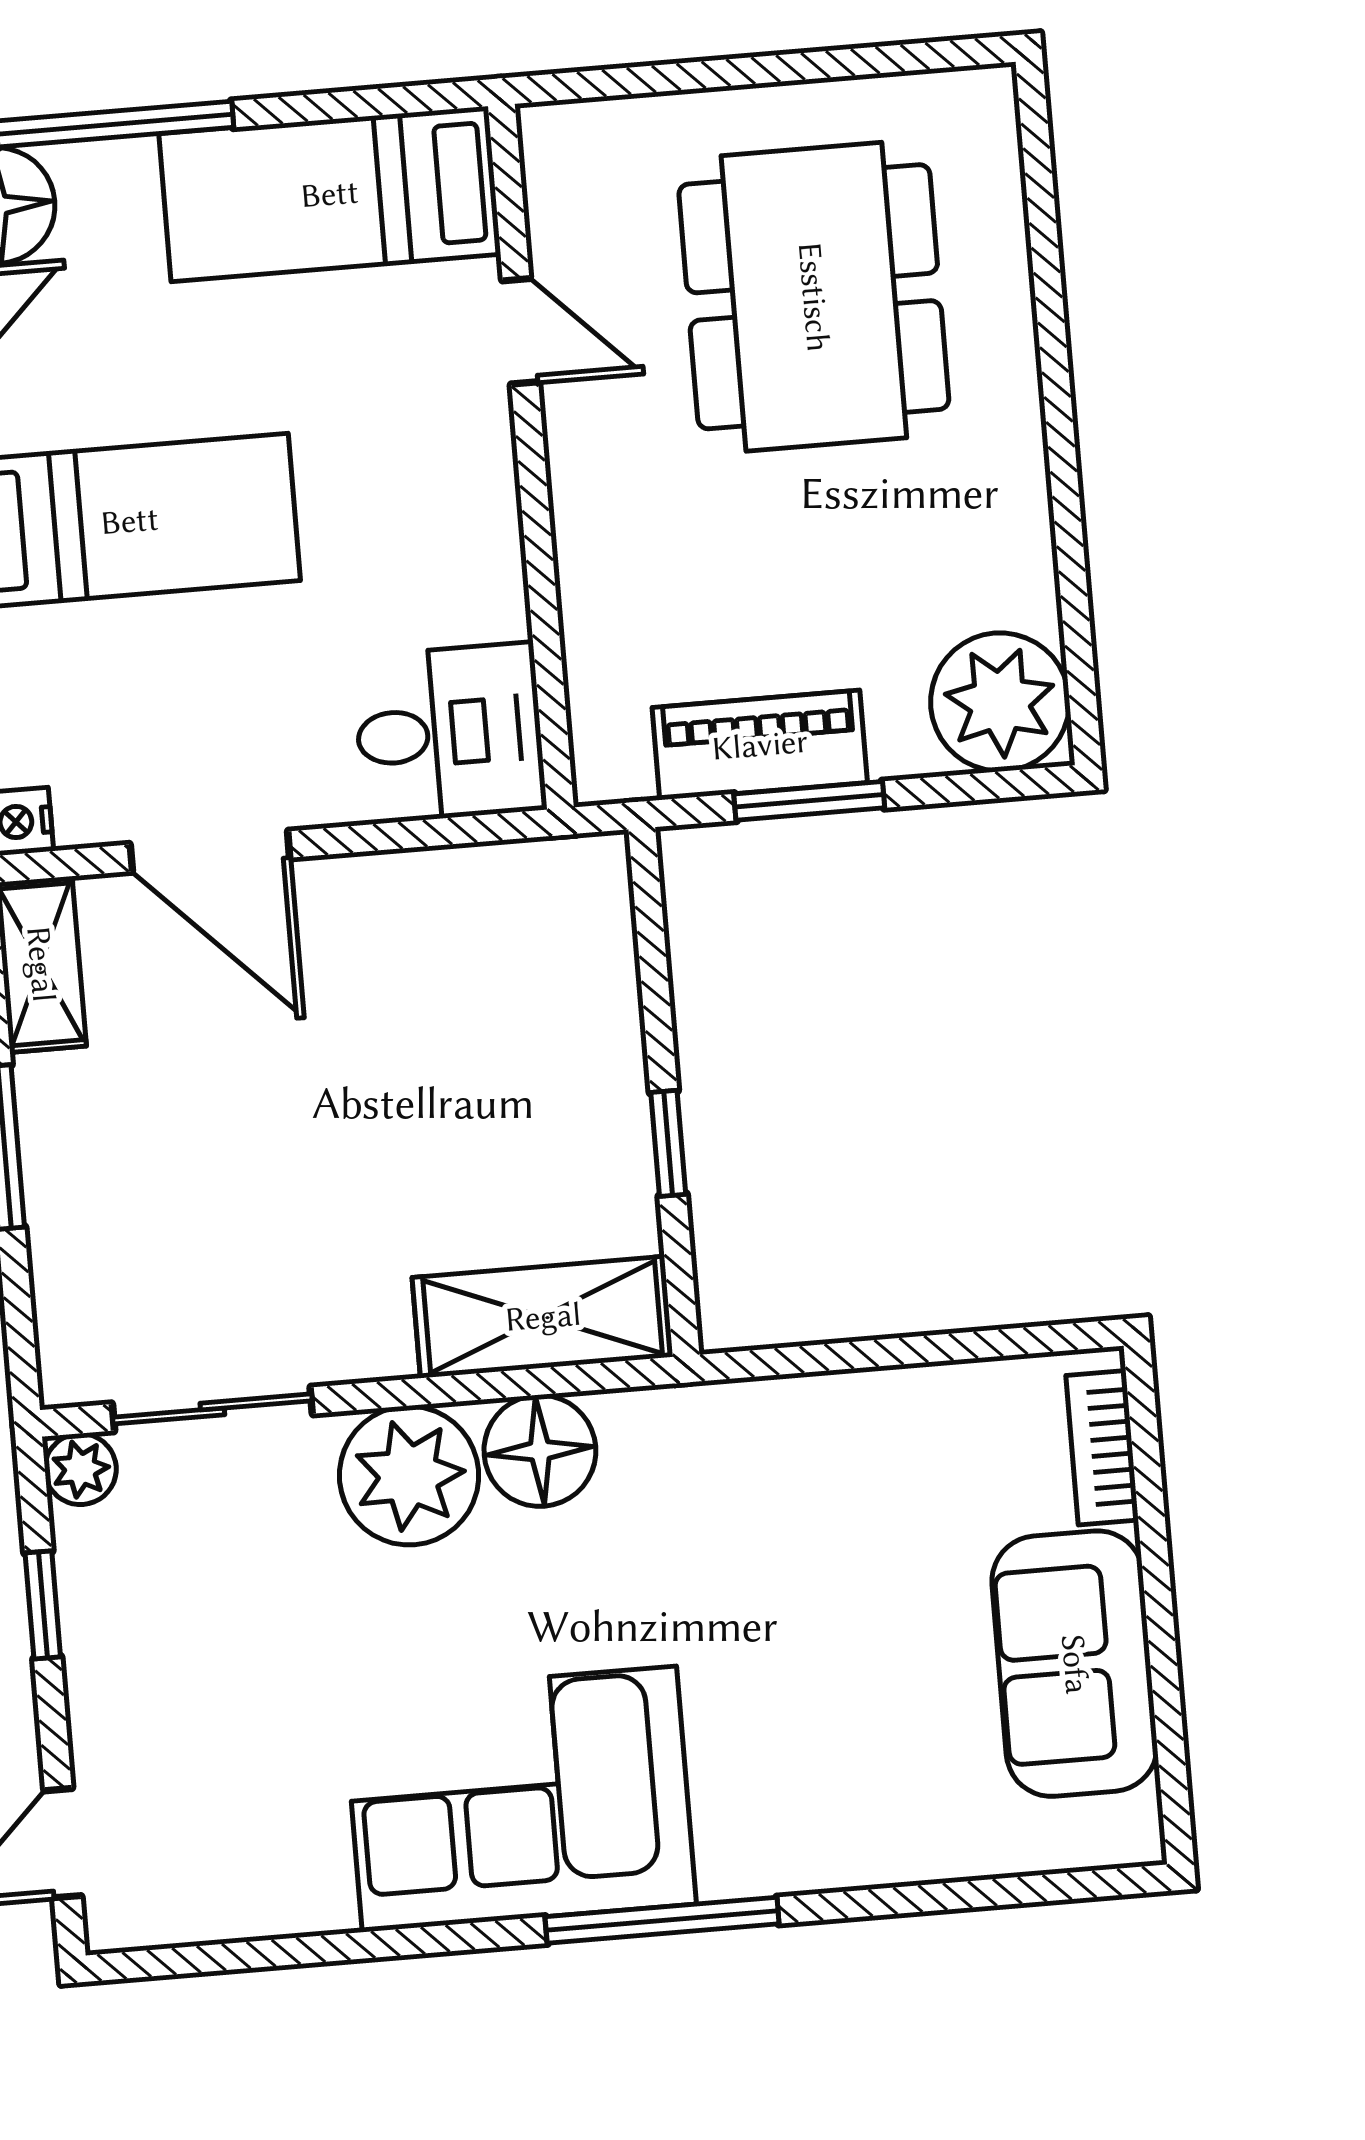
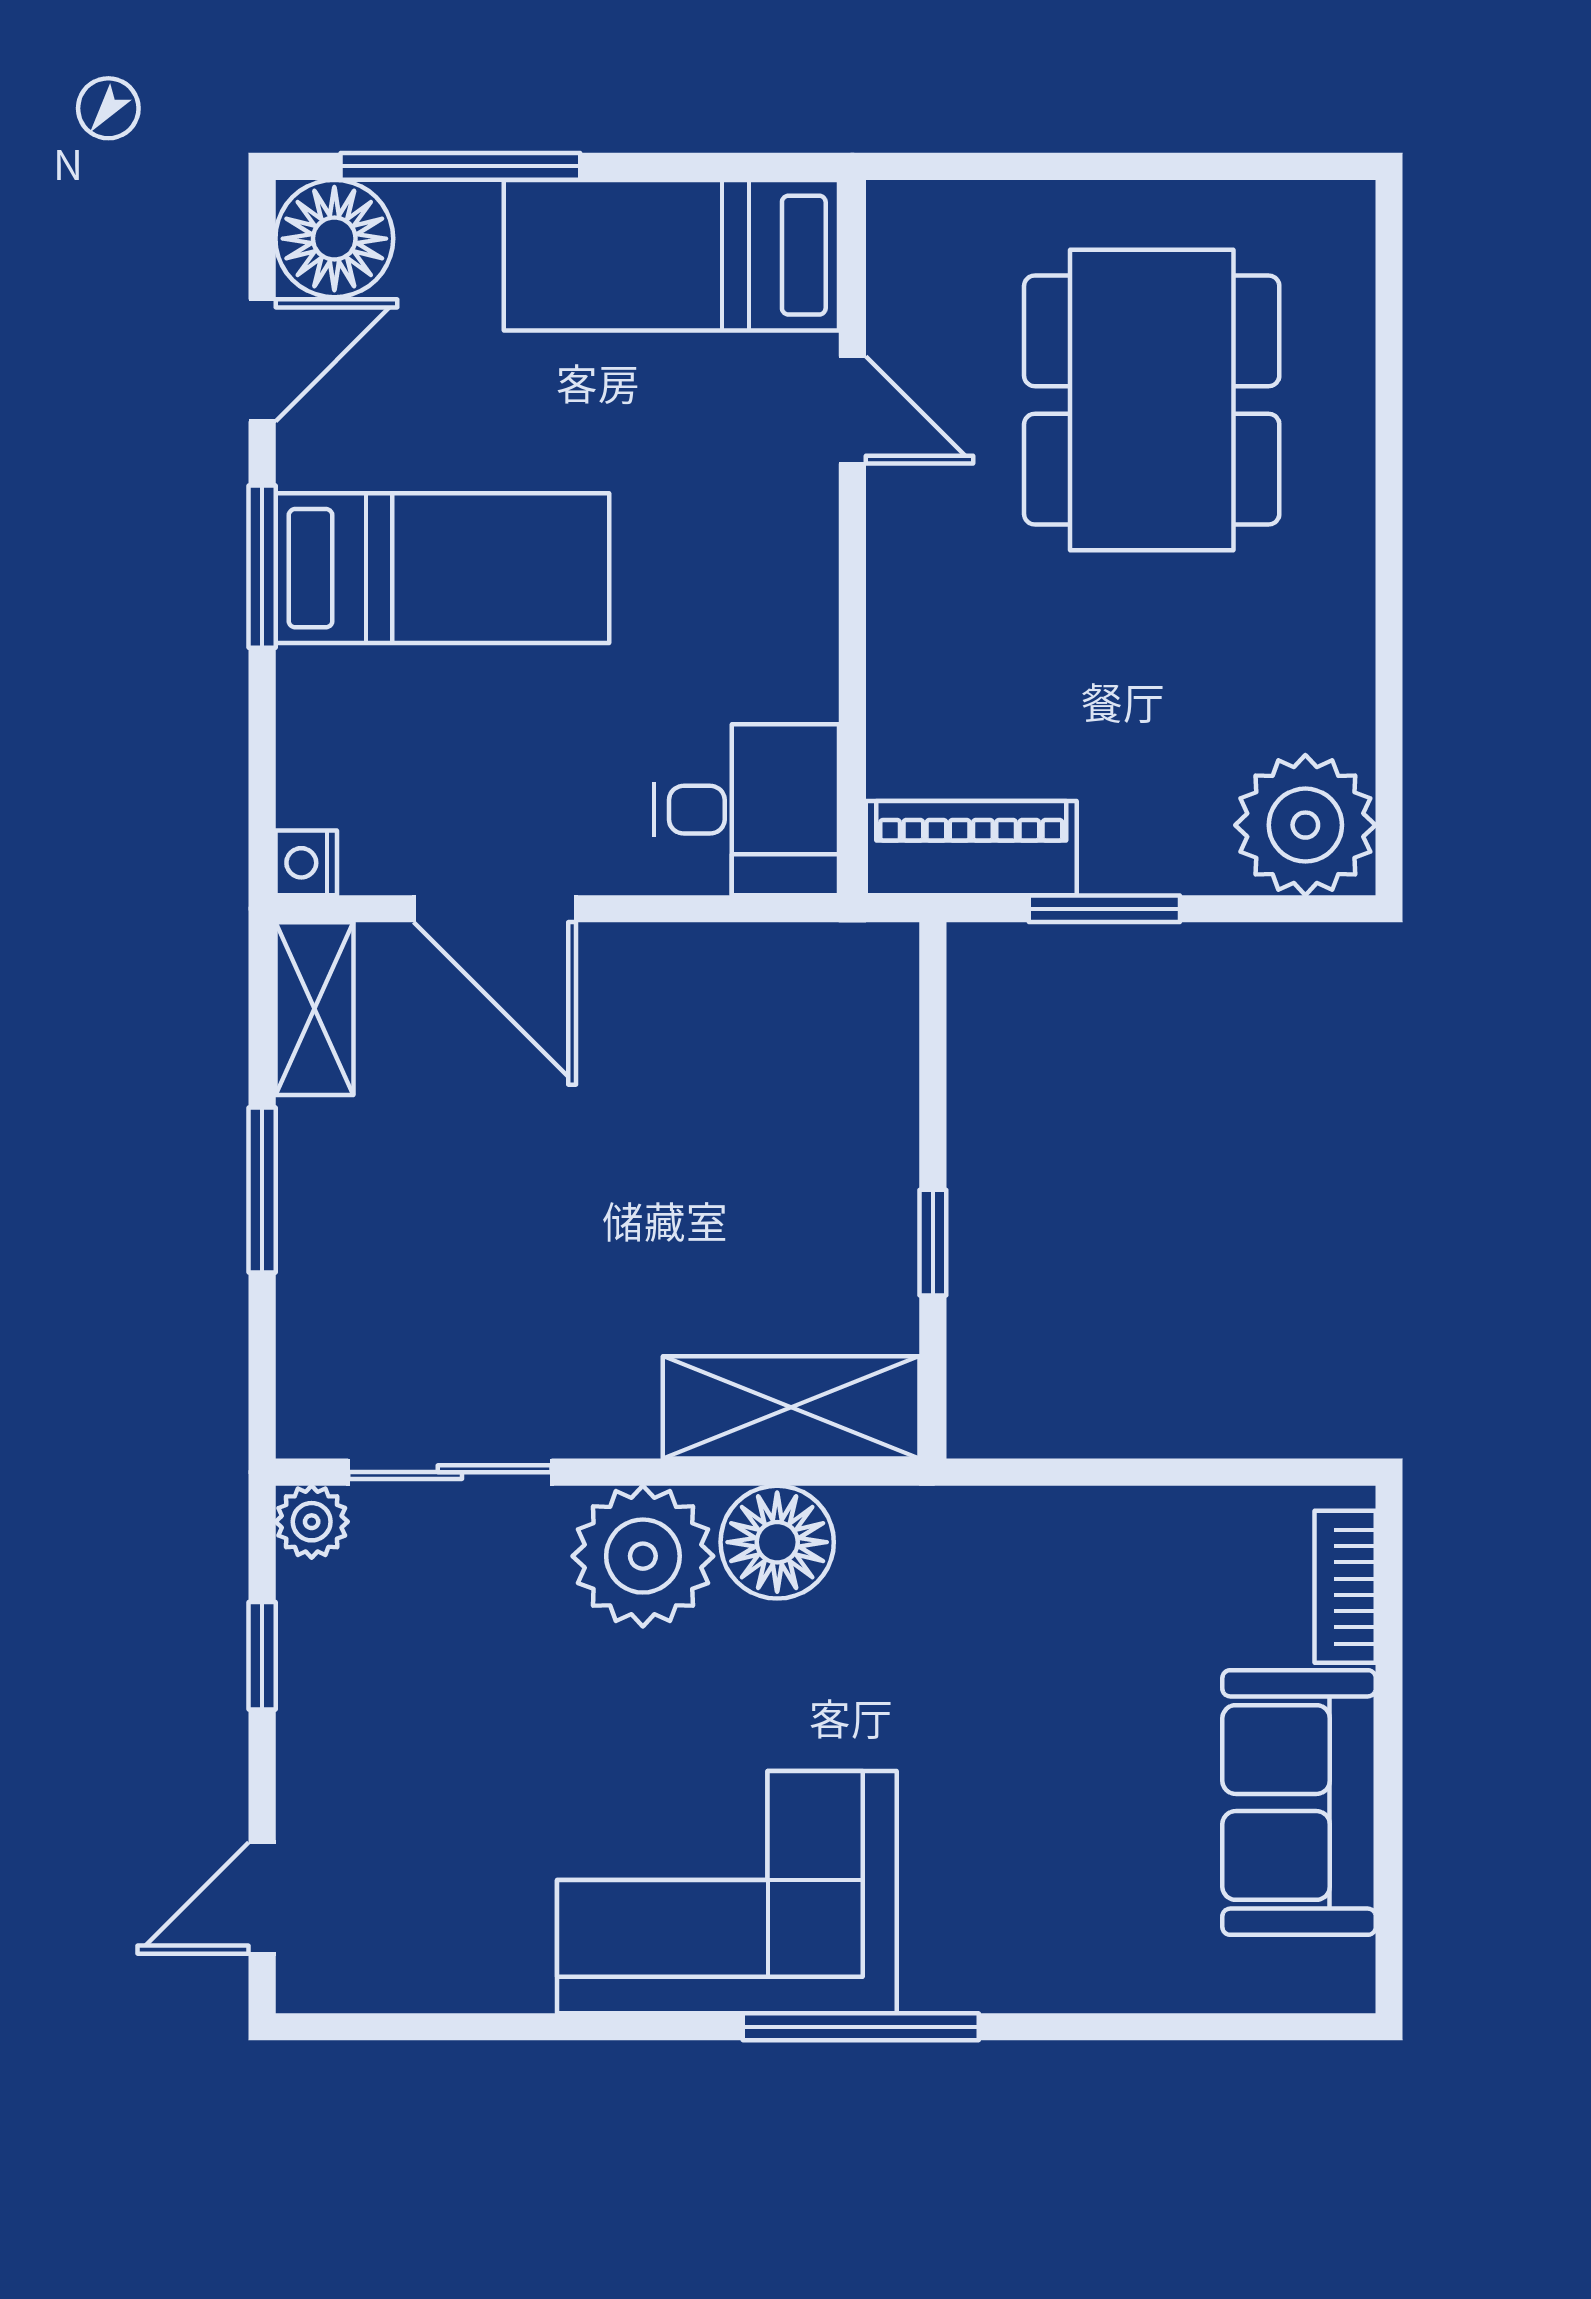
piano: (760, 745) -> (971, 848), moved

